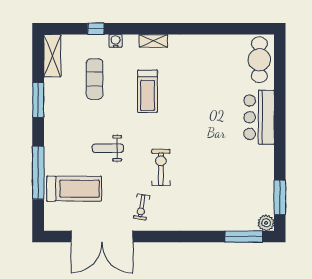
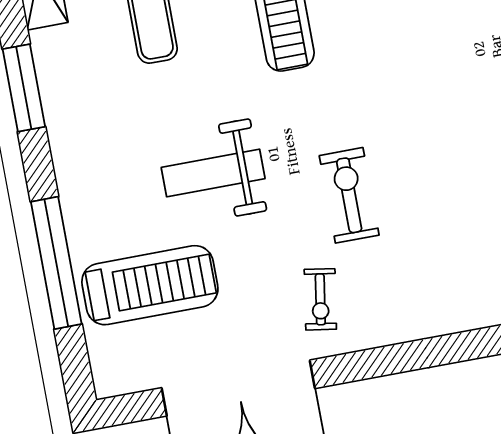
weight bench: (108, 148) -> (213, 173), width x1.36, depth x1.33

